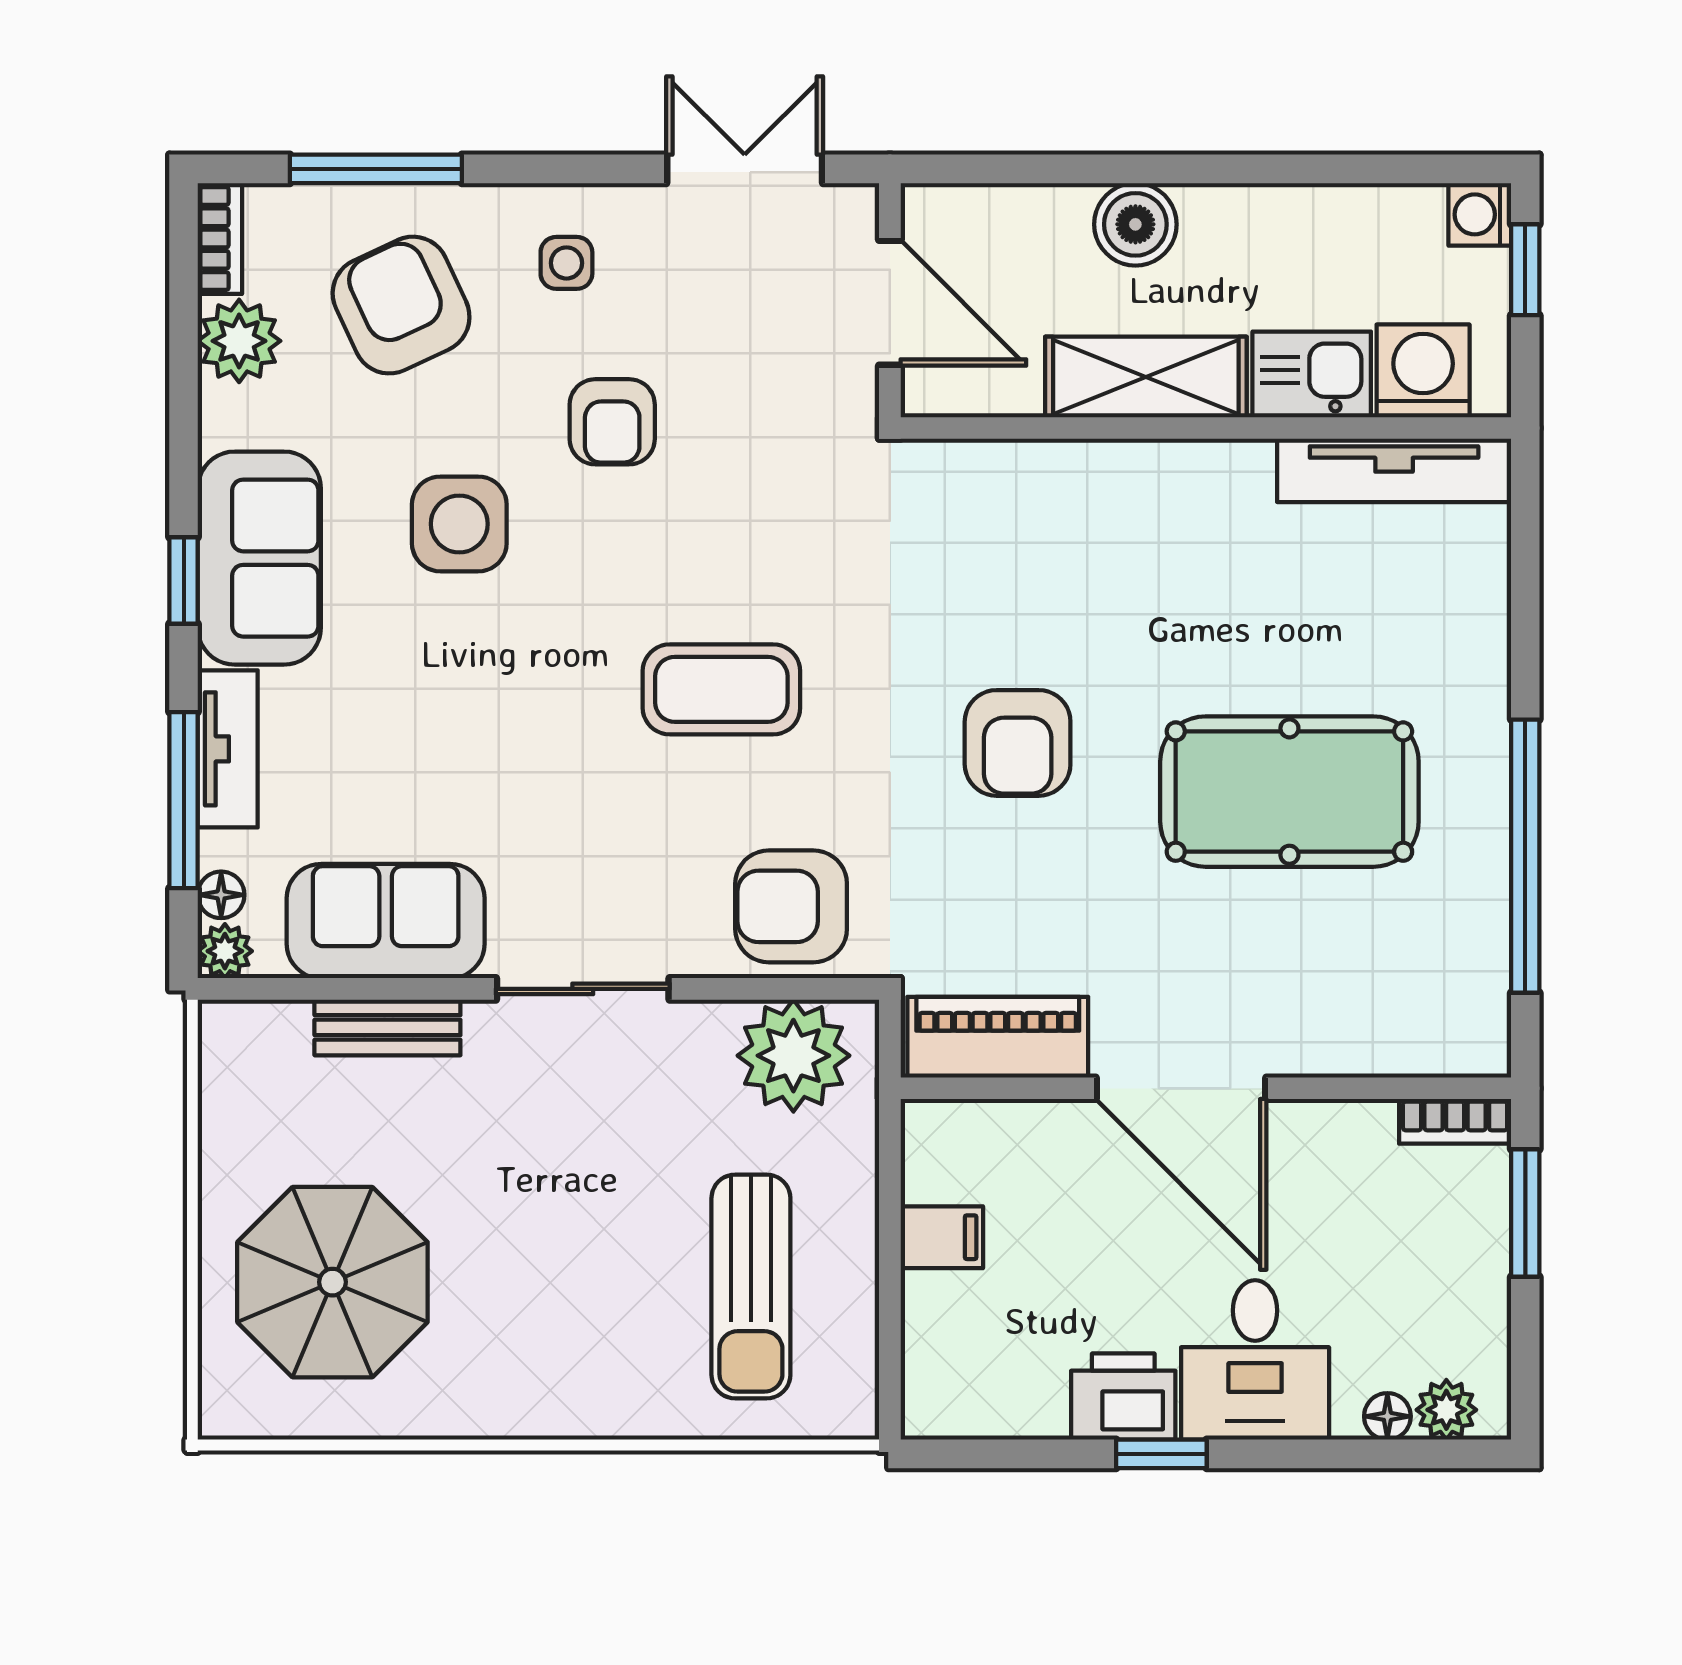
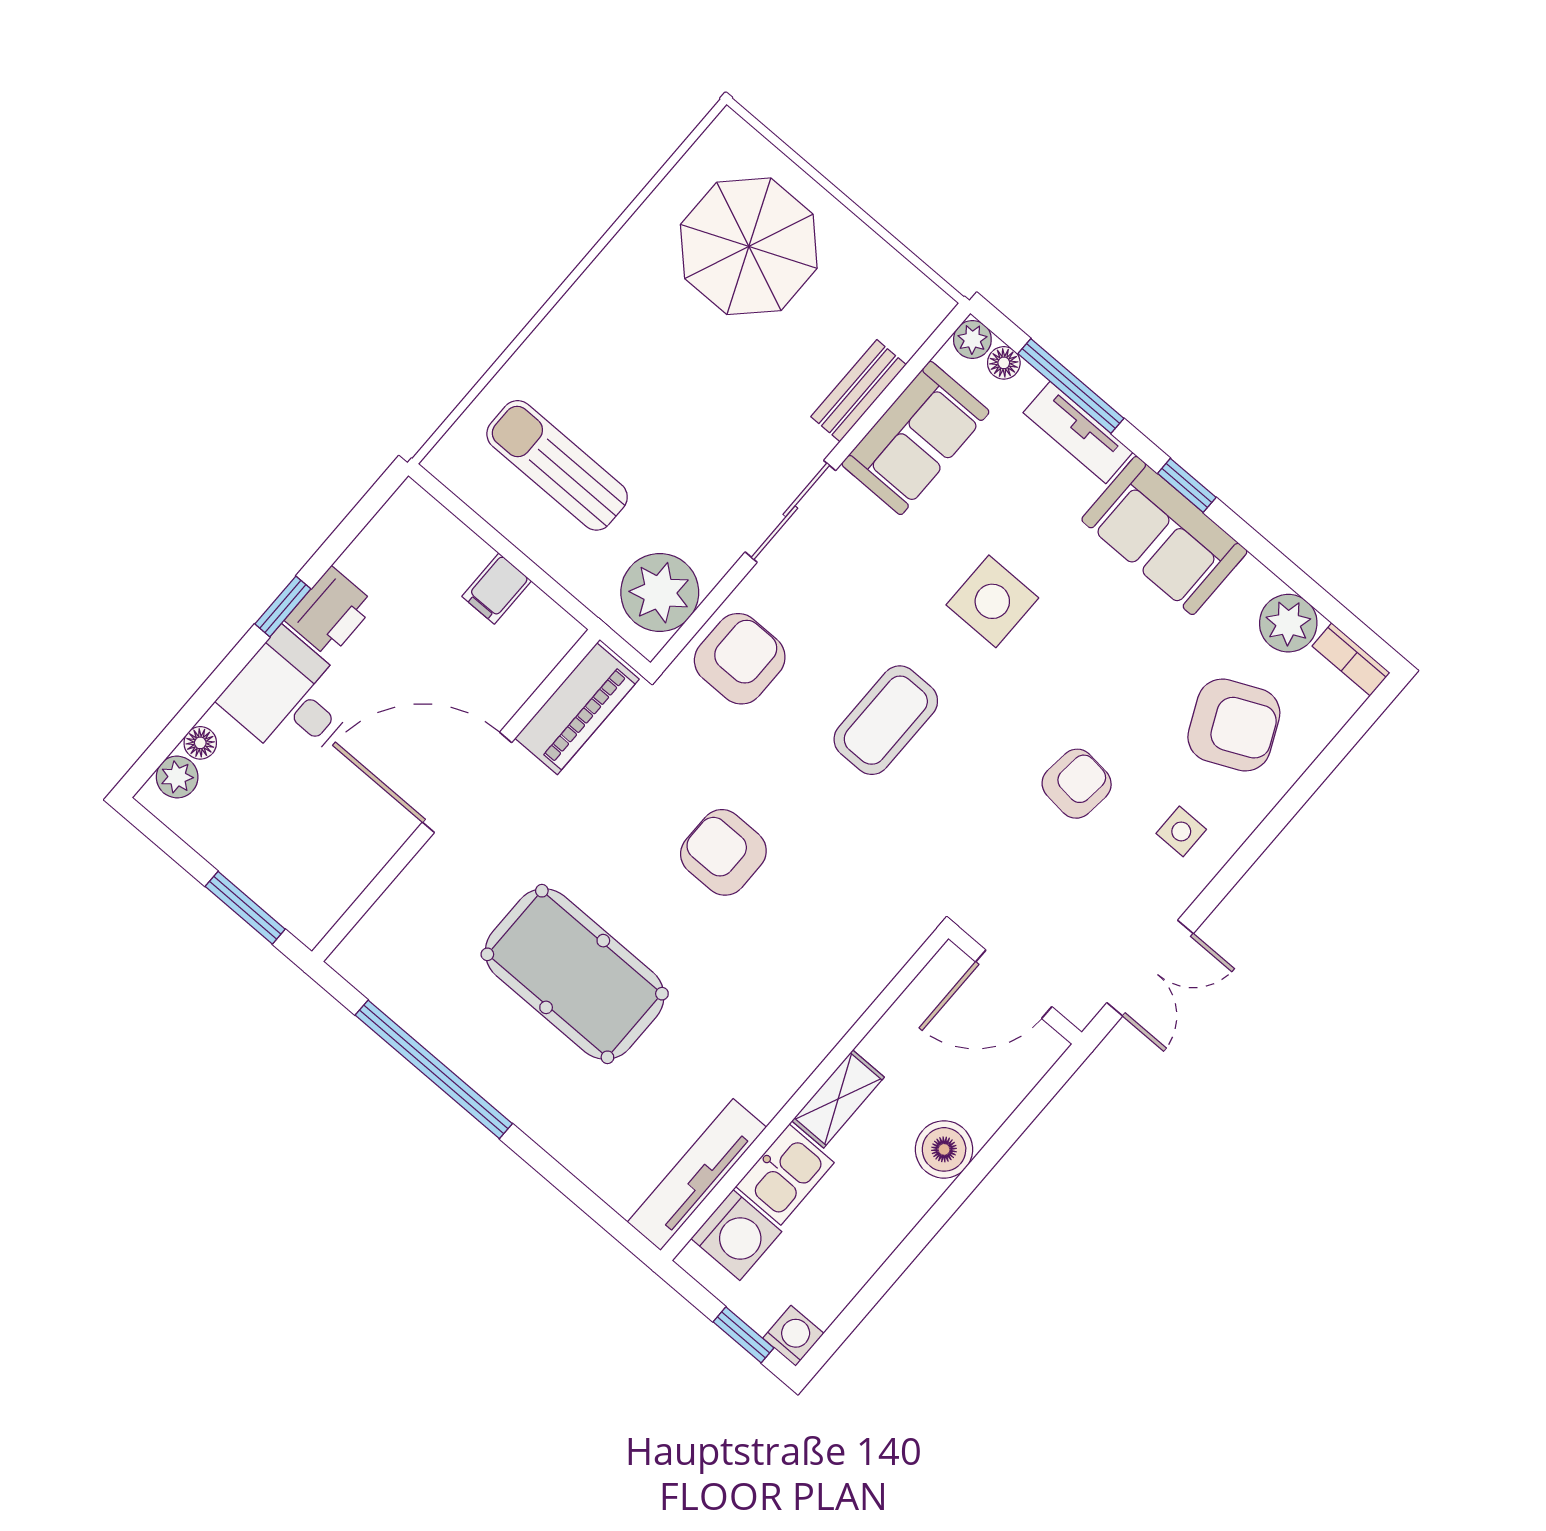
window: (376, 169) -> (1317, 773), removed
shelving: (1146, 377) -> (838, 1099), width x0.67, depth x0.75
armchair: (612, 422) -> (1077, 784), turned 96
side table: (459, 524) -> (992, 601), moved
pool table: (1289, 792) -> (575, 974), turned 90
bookcase: (1455, 1121) -> (325, 912), removed

